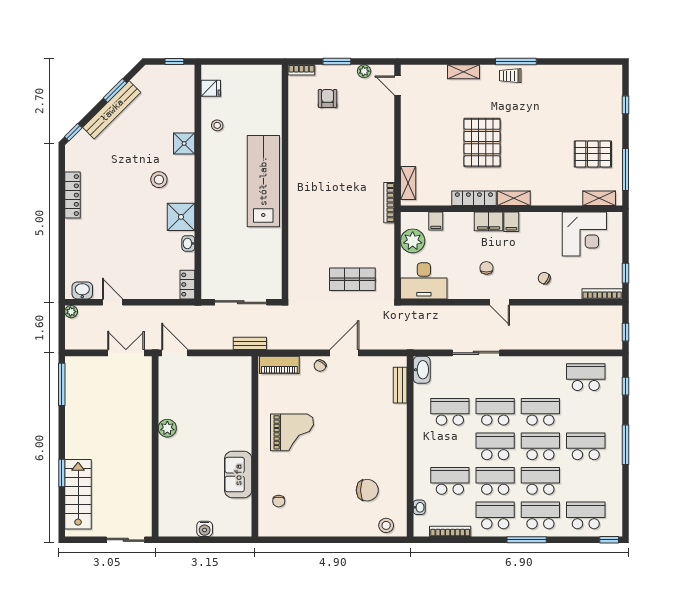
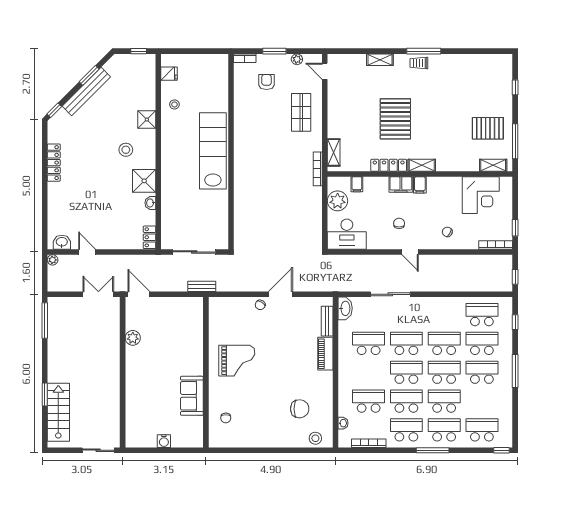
shop shelf: (352, 279) -> (301, 112), moved, turned 90
piano: (279, 365) -> (325, 354), moved, turned 90
school desk: (586, 412) -> (482, 343), added
plant: (167, 428) -> (133, 338), moved

